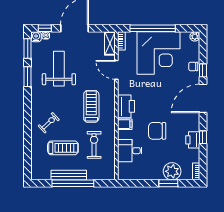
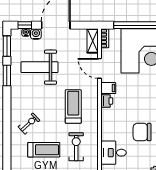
water cooler: (36, 37) -> (36, 34), moved
weight bench: (59, 69) -> (40, 67), turned -90
printer: (126, 106) -> (107, 101), width x0.53, depth x0.68
filing cabinet: (125, 124) -> (108, 88), moved

